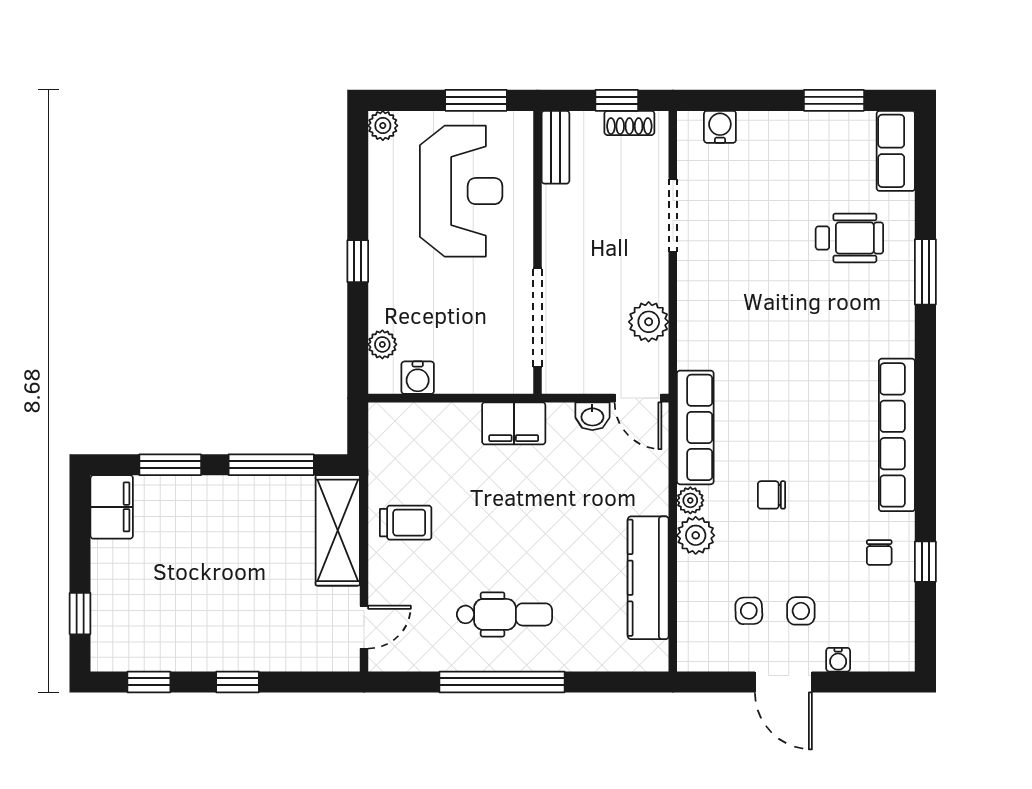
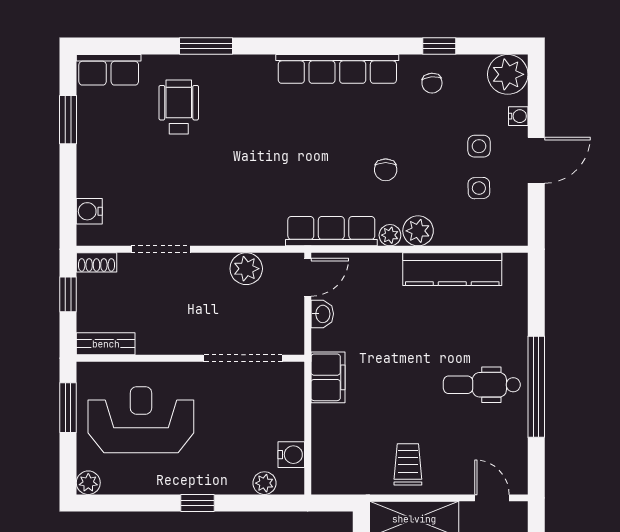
shoe rack: (629, 123) -> (97, 262), moved, turned 90
chair: (879, 553) -> (432, 83), turned 85
dental chair: (504, 614) -> (482, 385), turned -90
plant: (890, 647) -> (508, 74), added

